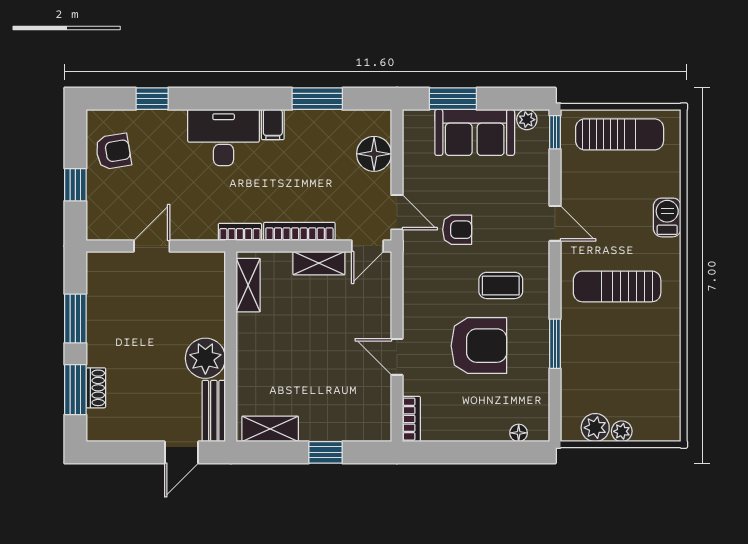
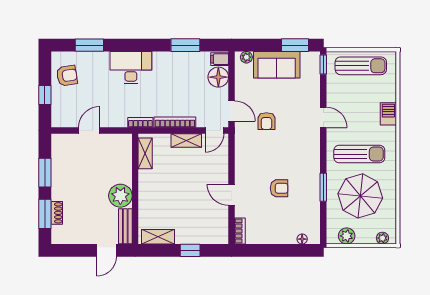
window: (152, 99) -> (89, 45), width x1.50
window: (453, 99) -> (295, 45), moved
plant: (527, 120) -> (246, 57), moved
filing cabinet: (273, 124) -> (220, 59), moved, turned 90
armchair: (457, 230) -> (266, 121), turned 90
coffee table: (501, 285) -> (292, 153), removed
sun lounger: (617, 286) -> (359, 154), turned 180
armchair: (479, 346) -> (279, 188), width x0.53, depth x0.53
parasol: (619, 359) -> (360, 196), added
plant: (622, 431) -> (382, 238), moved

